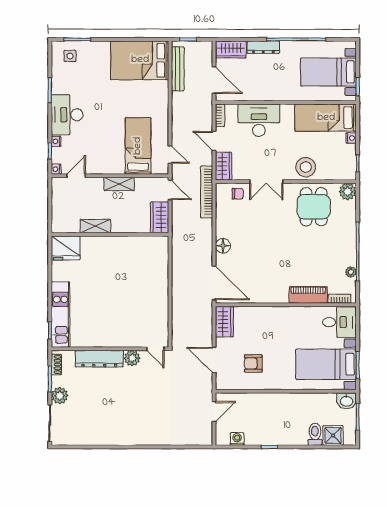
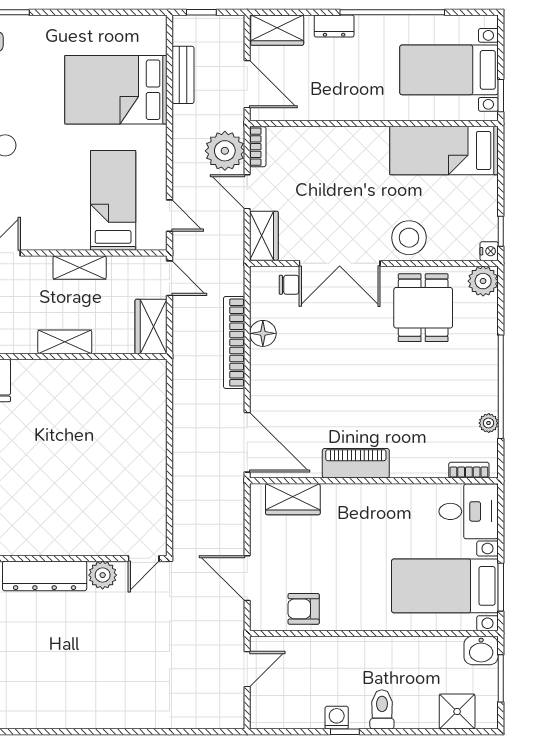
dresser: (263, 47) -> (334, 26), width x0.70
bed: (140, 60) -> (116, 90), moved
bench: (178, 69) -> (183, 75), width x0.73
plant: (201, 118) -> (225, 151), added
desk: (259, 120) -> (326, 155), removed
nightstand: (351, 138) -> (489, 251), moved
double door: (266, 182) -> (340, 263), width x1.37
bookcase: (207, 192) -> (234, 342), moved
shelving: (95, 226) -> (65, 342), moved
floor lamp: (223, 246) -> (263, 333), moved
piano: (308, 295) -> (356, 463), moved
wardrobe: (224, 322) -> (293, 499), moved, turned 90
door: (155, 349) -> (144, 558), hinge flipped
armchair: (253, 363) -> (304, 609), moved
toilet: (315, 434) -> (382, 709), moved
washing machine: (237, 439) -> (337, 718), moved

